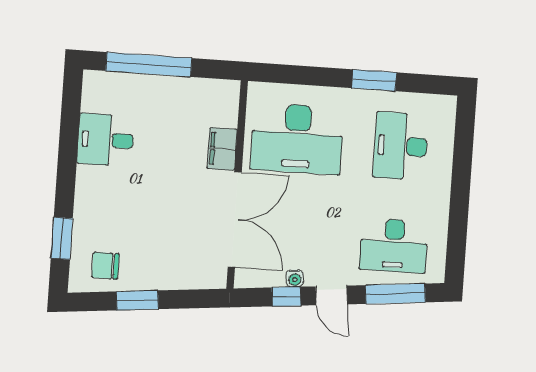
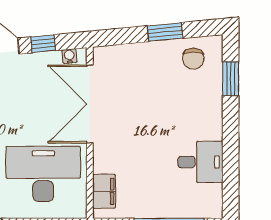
filing cabinet: (222, 149) -> (104, 191), moved
chair: (105, 266) -> (193, 59), turned 90
water cooler: (295, 278) -> (69, 56), moved

